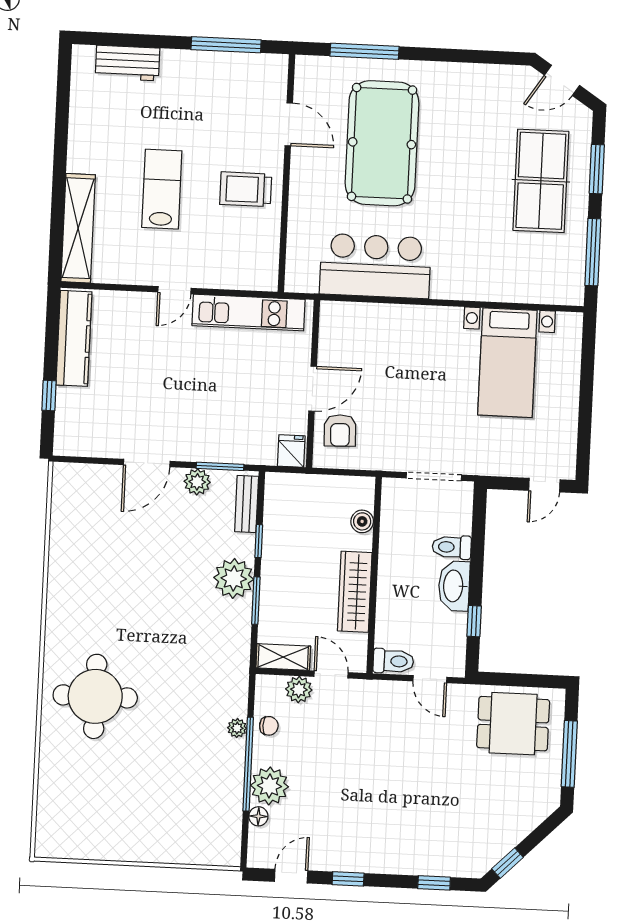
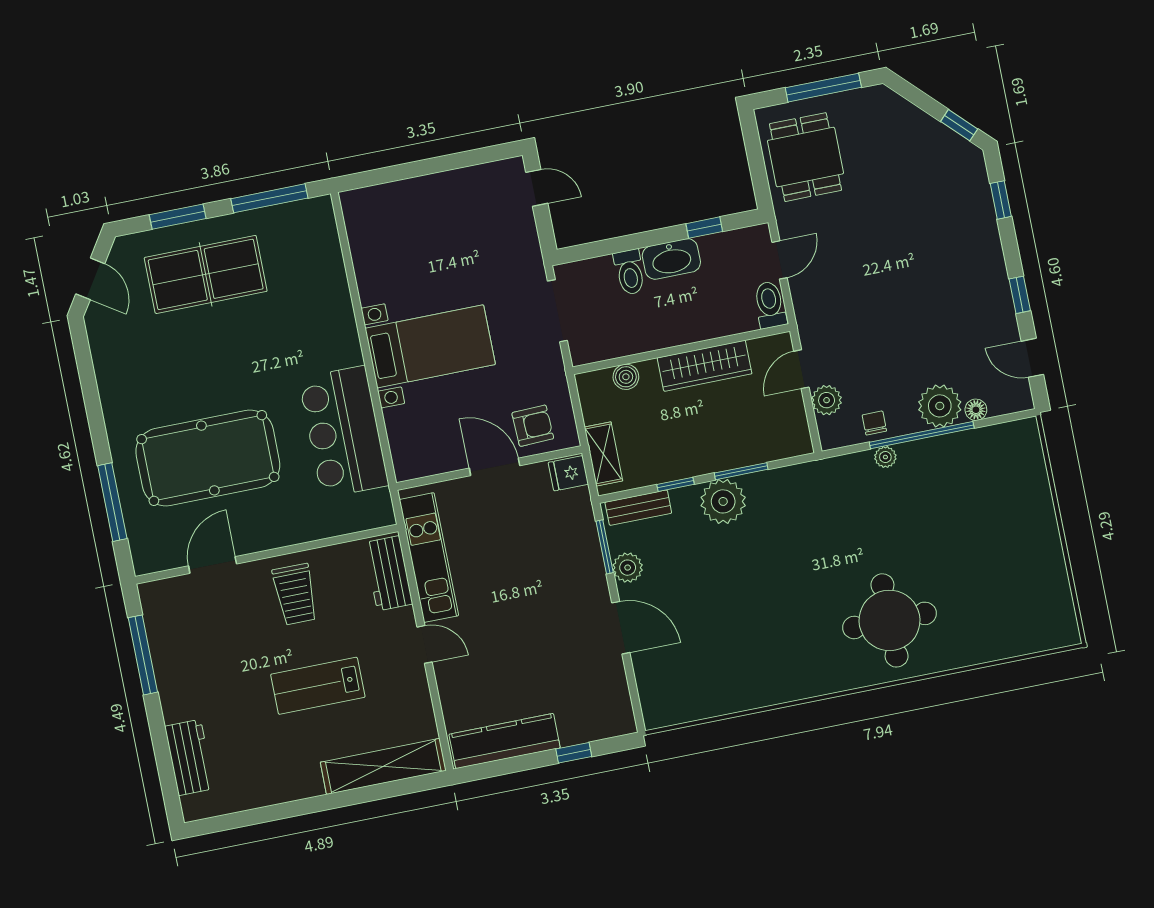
workbench: (244, 274) -> (388, 573), added
bed with nightstands: (507, 363) -> (430, 346), moved
shelving: (283, 657) -> (603, 454), moved

